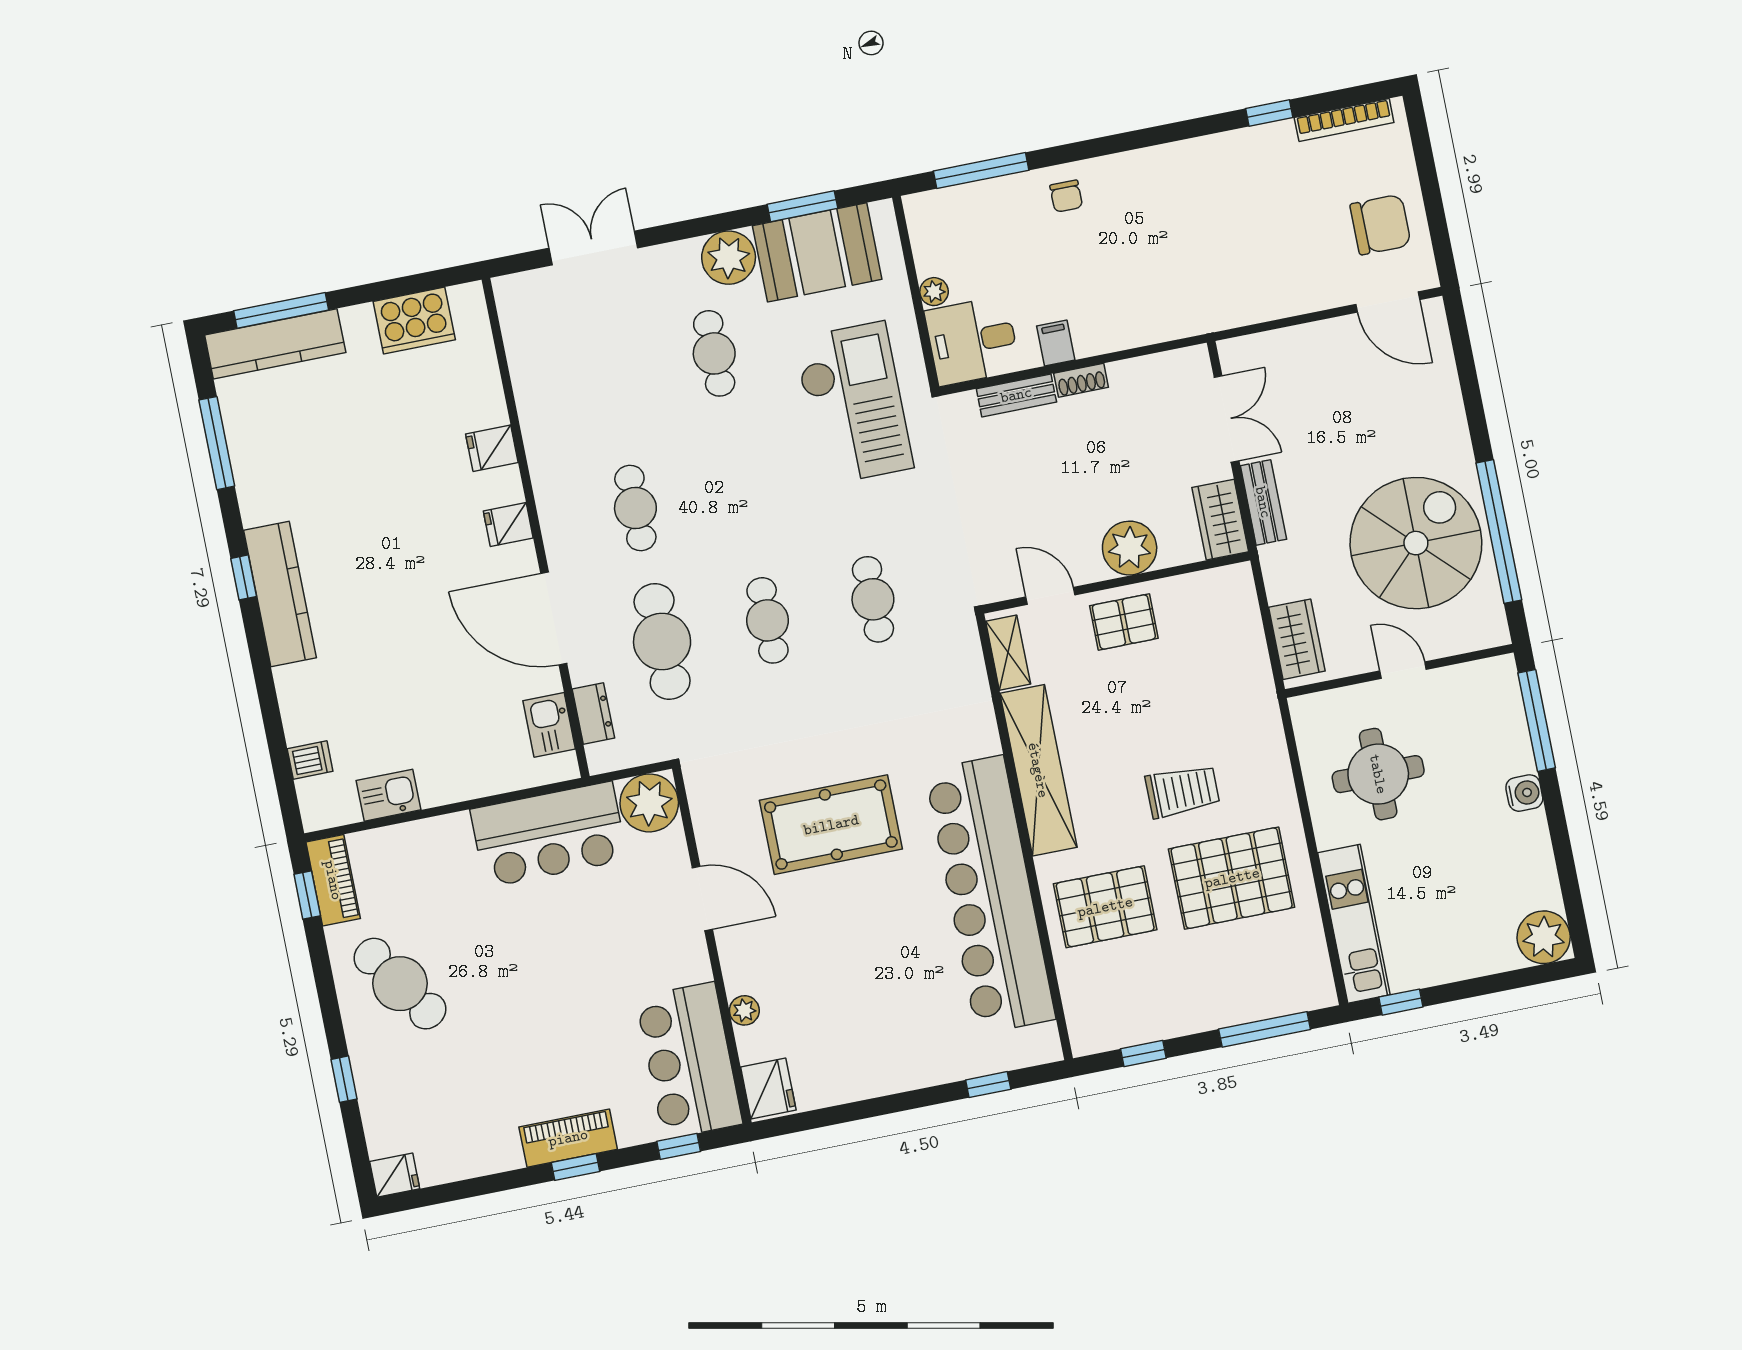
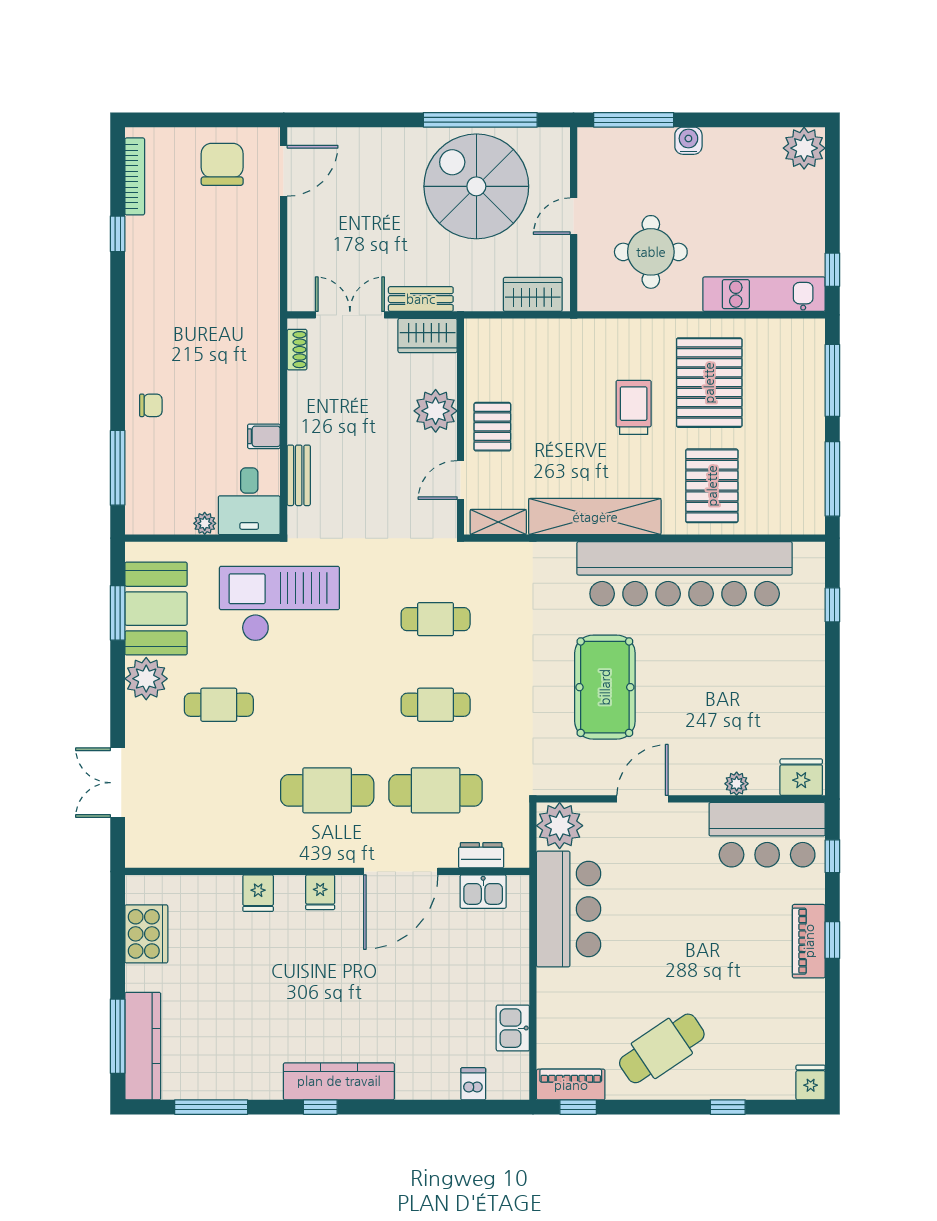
shoe rack: (1081, 380) -> (297, 350), moved
cafe table: (635, 508) -> (327, 790), width x1.37, depth x1.35
window: (1143, 1054) -> (832, 479), width x2.17

